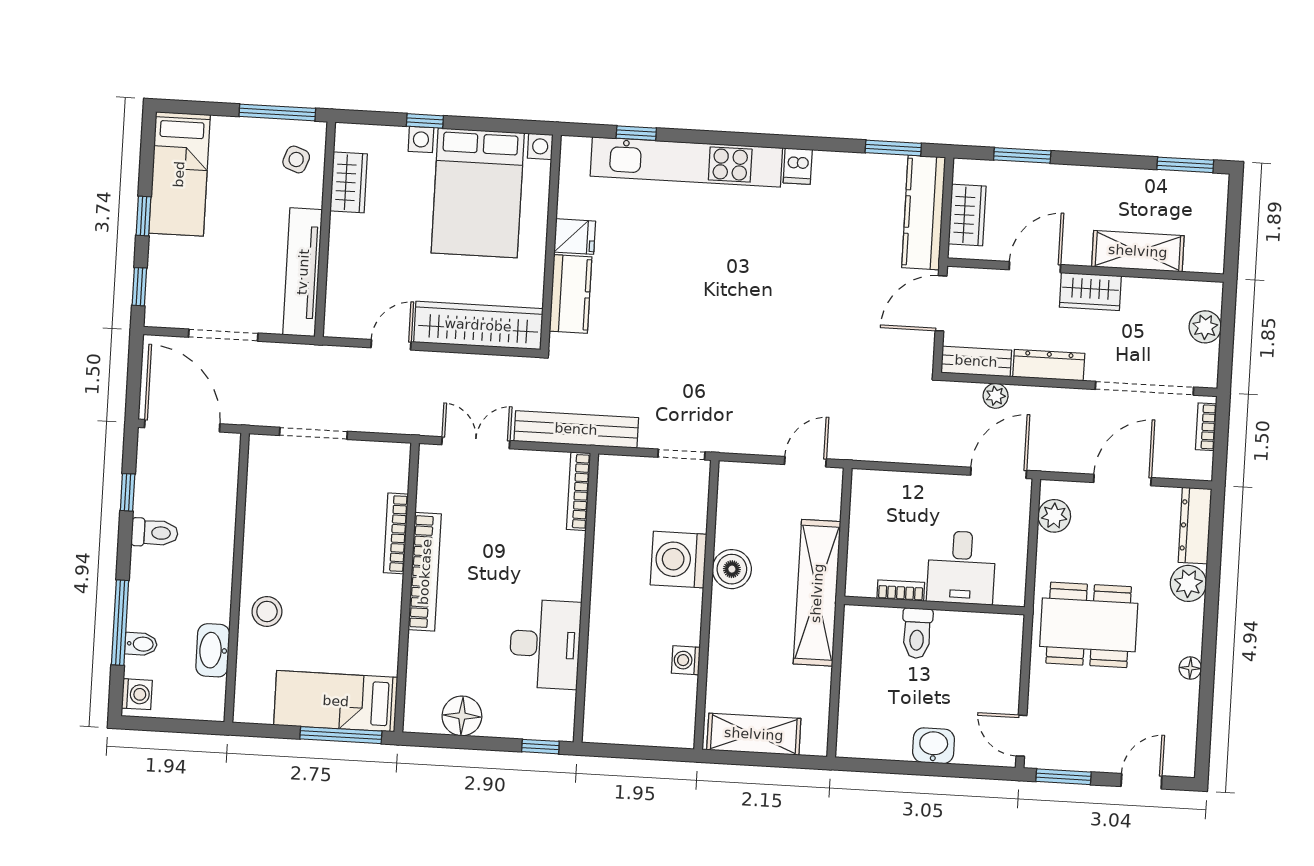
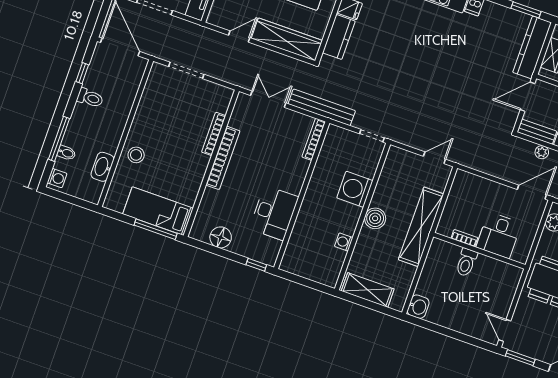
boiler: (732, 569) -> (375, 218), moved
washbasin: (934, 746) -> (418, 307), moved, turned 90

